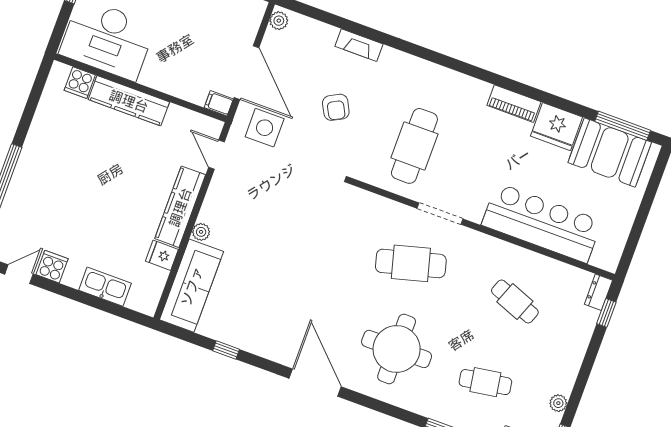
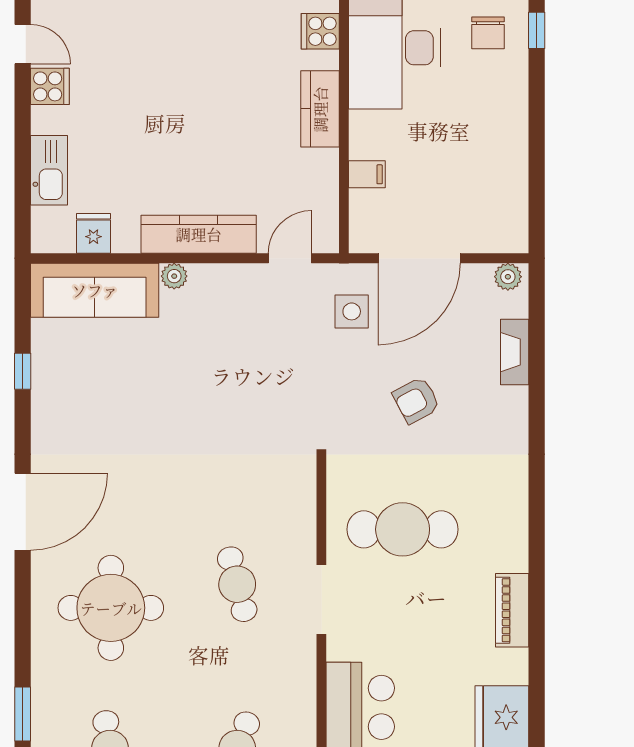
fireplace: (359, 45) -> (515, 352), moved
kitchen counter: (129, 101) -> (320, 109), width x0.67
filing cabinet: (219, 103) -> (367, 174), moved, turned 90
piano: (514, 104) -> (512, 610), moved
side table: (265, 128) -> (352, 311), width x0.73, depth x0.73
fridge: (162, 255) -> (93, 233), moved
cafe table: (411, 263) -> (237, 584), width x0.73, depth x0.74

